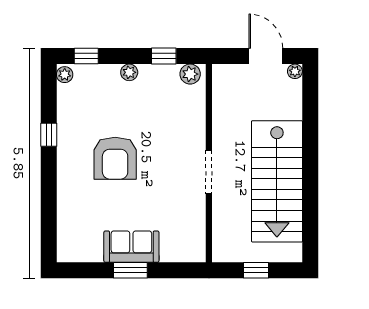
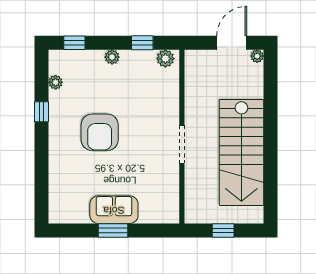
door: (266, 56) -> (232, 43), hinge flipped
plant: (65, 75) -> (56, 82), moved

